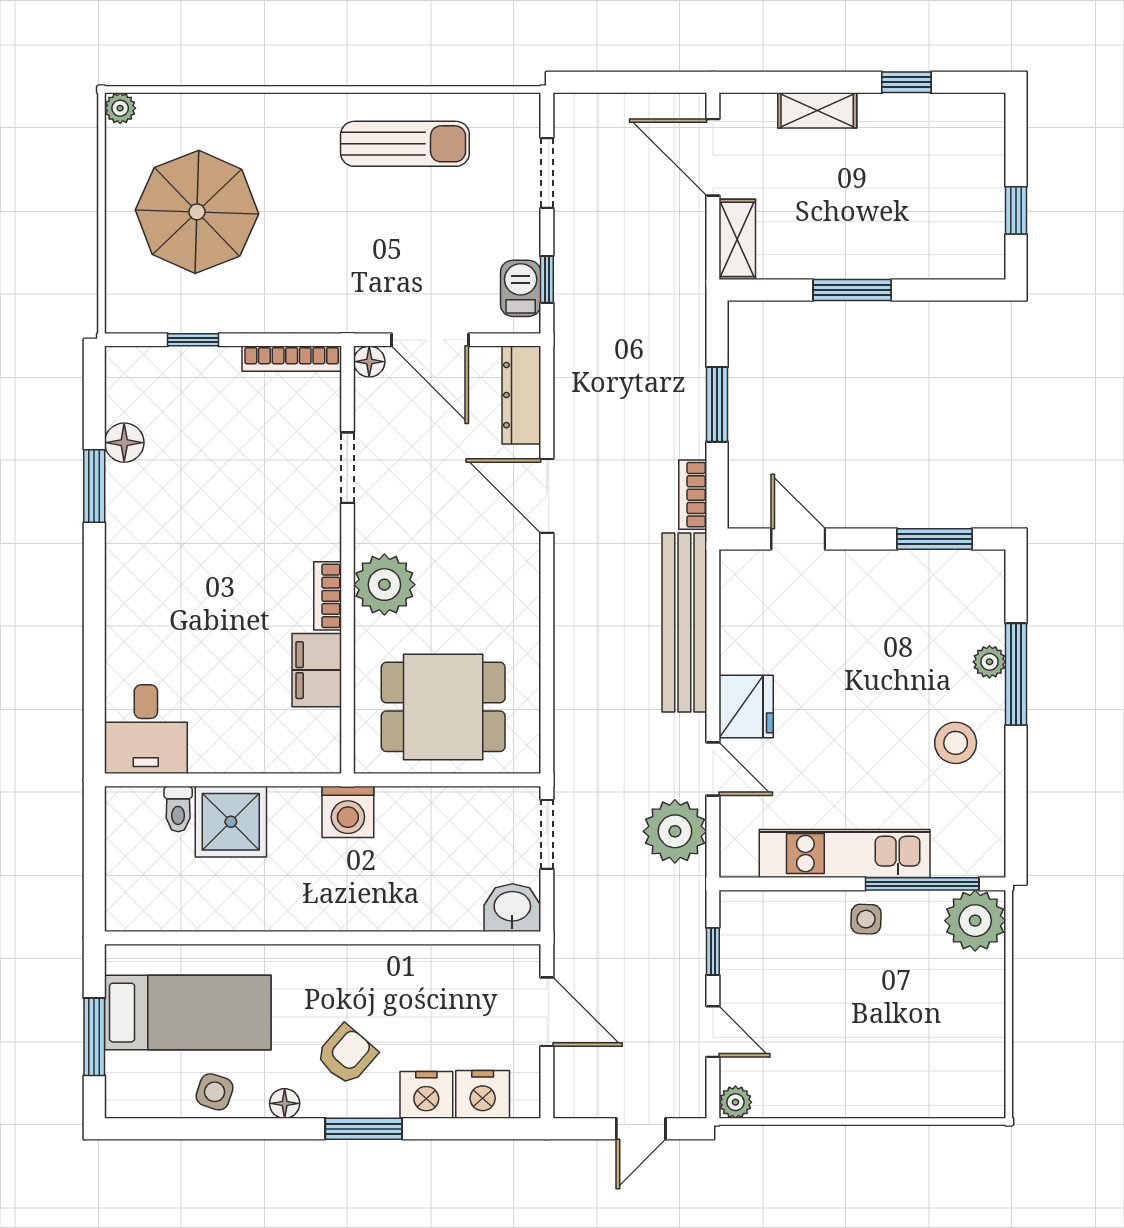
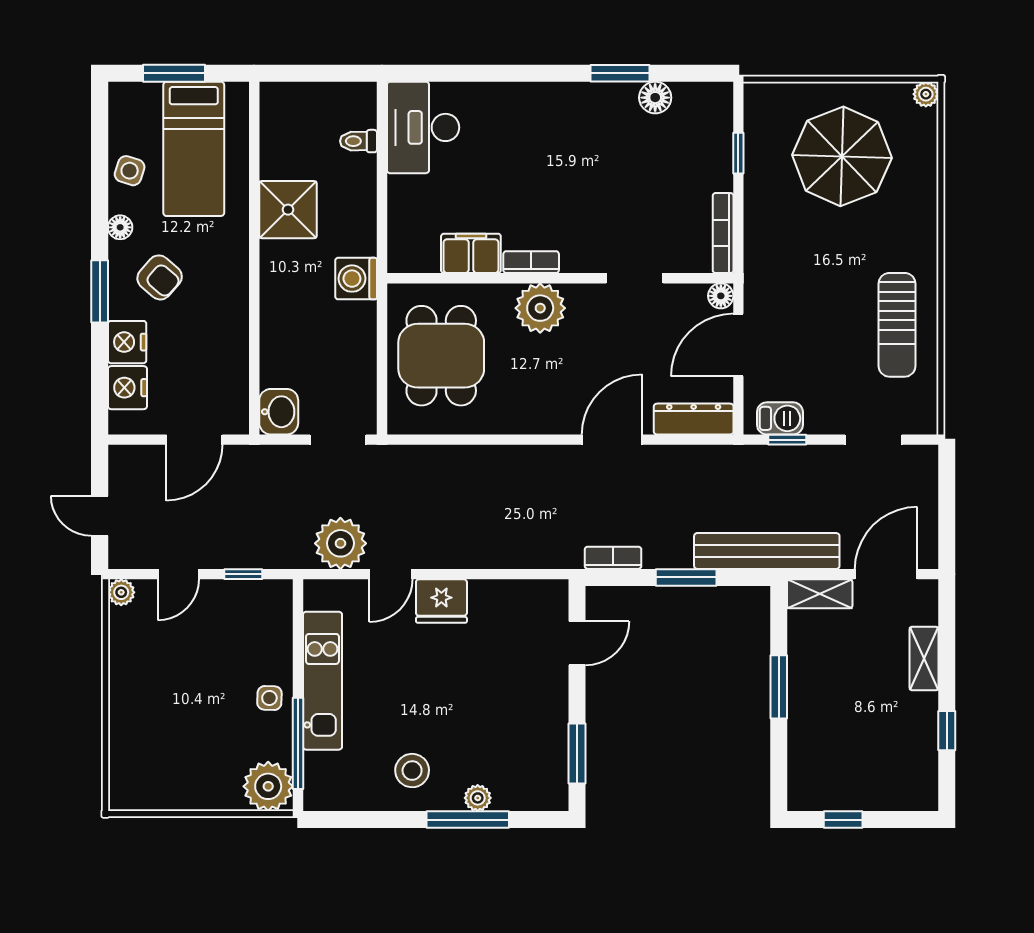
bench: (684, 622) -> (767, 551), moved
desk: (146, 729) -> (423, 127), width x1.37
shower: (231, 822) -> (288, 210), moved

